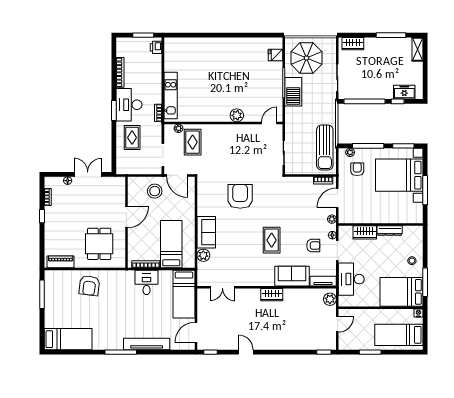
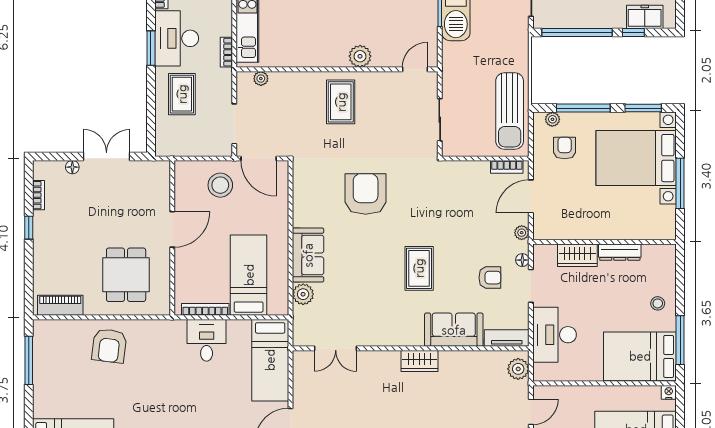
rug: (193, 142) -> (341, 102), moved

